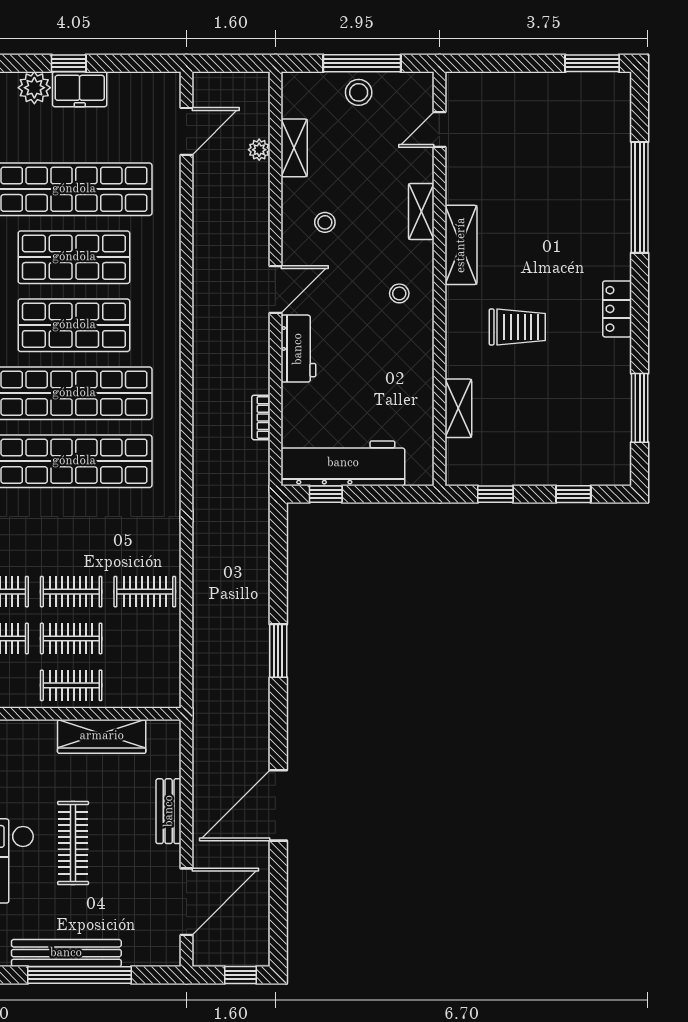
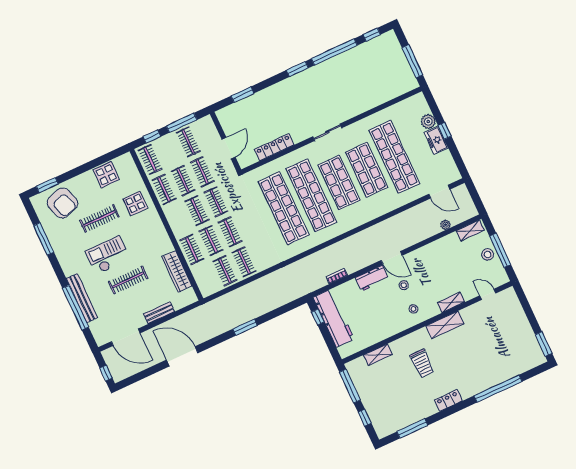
shelving: (294, 148) -> (470, 231), moved
stool: (325, 222) -> (404, 285), moved
window: (495, 494) -> (350, 386), width x2.17
clothes rail: (145, 638) -> (225, 271), added

